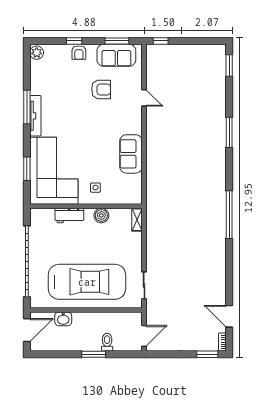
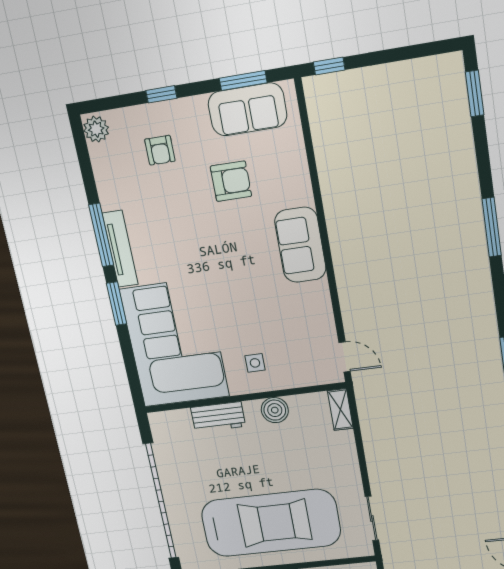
armchair: (79, 53) -> (160, 150), moved
door: (144, 98) -> (345, 357), moved
sofa: (131, 154) -> (300, 245), moved
window: (27, 169) -> (117, 304), moved

